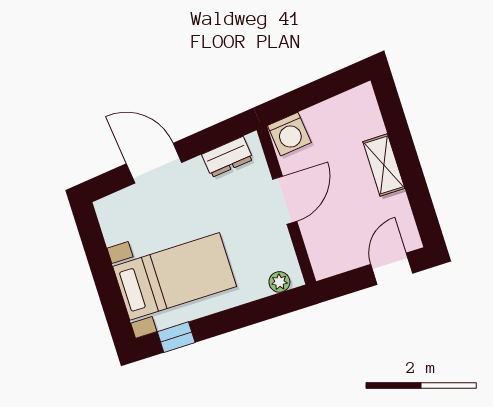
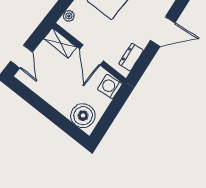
boiler: (359, 117) -> (83, 116), added
shelving: (384, 165) -> (60, 43), moved

